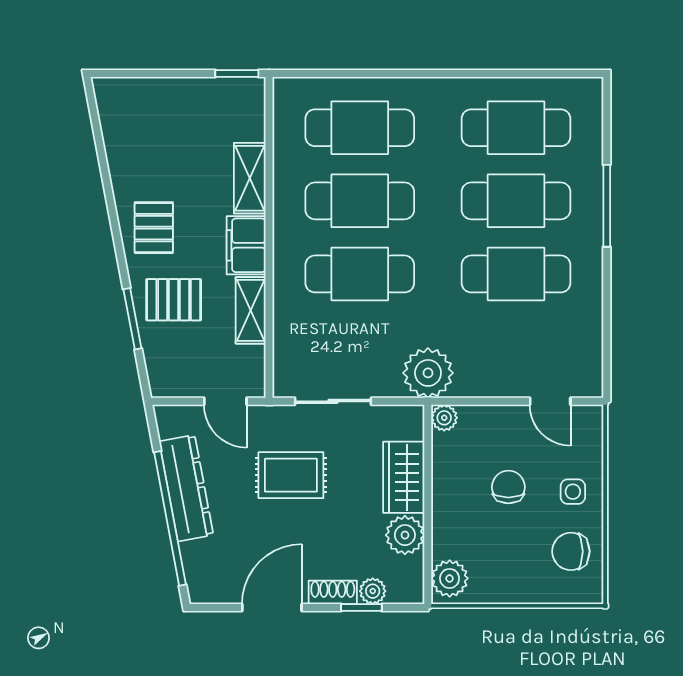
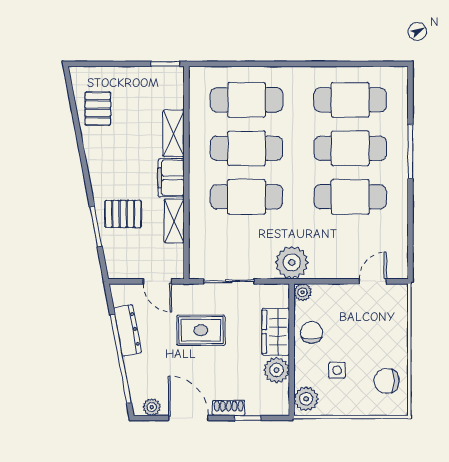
pallet: (154, 228) -> (98, 109), moved
door: (550, 401) -> (373, 281), swing flipped
chair: (508, 487) -> (311, 332), moved
dresser: (186, 488) -> (127, 330), width x0.73, depth x0.80
side table: (573, 492) -> (337, 370), moved
plant: (373, 591) -> (152, 407), moved
door: (272, 607) -> (188, 418), hinge flipped

